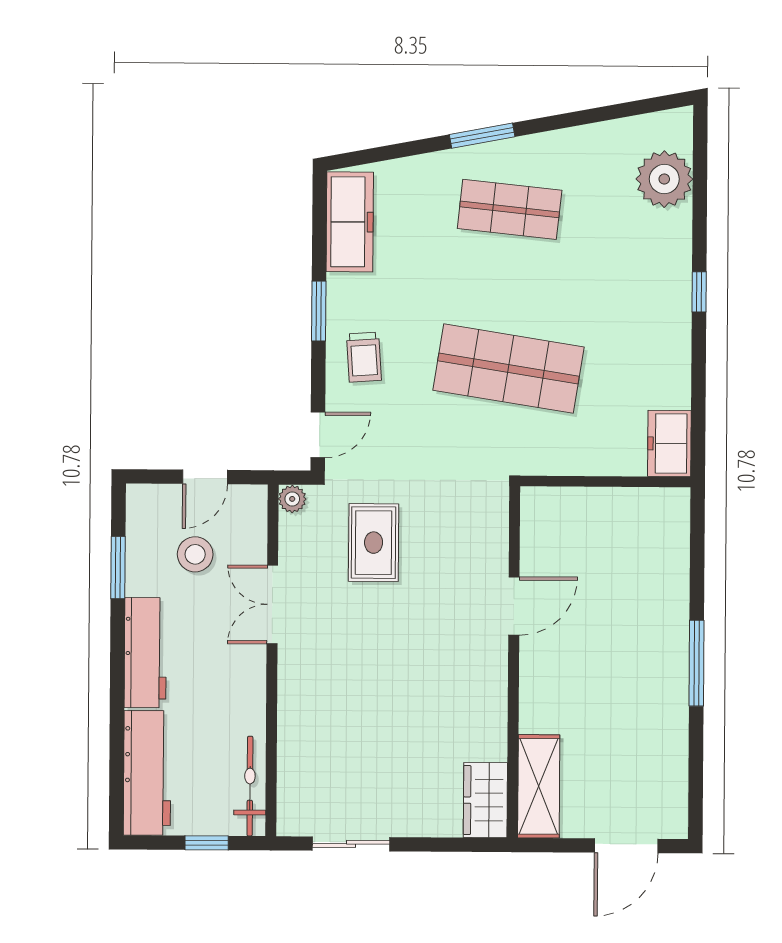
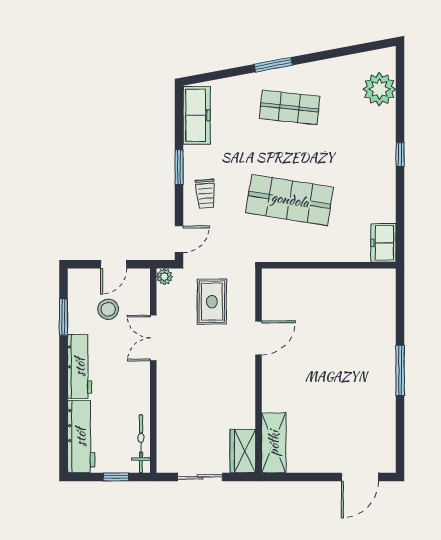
door: (514, 606) -> (259, 338), moved
wall: (514, 662) -> (259, 371), moved
shelving: (539, 786) -> (274, 443), moved
wardrobe: (485, 800) -> (243, 451), moved

